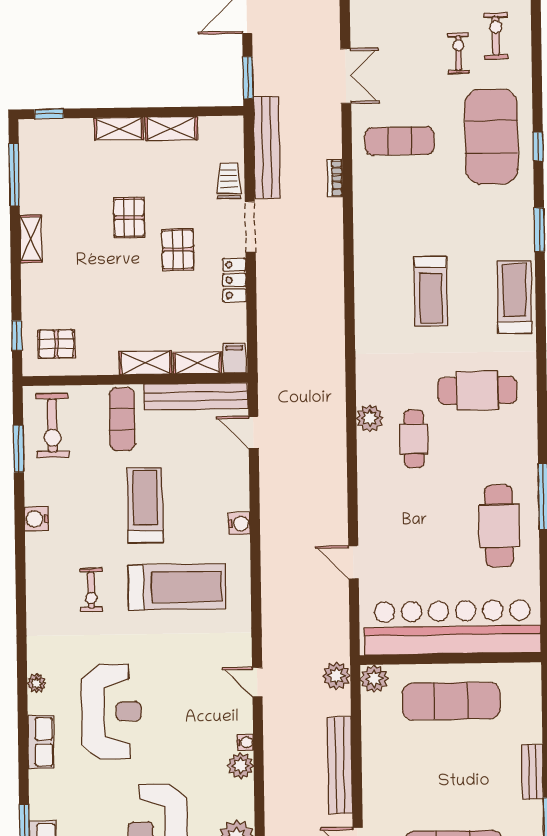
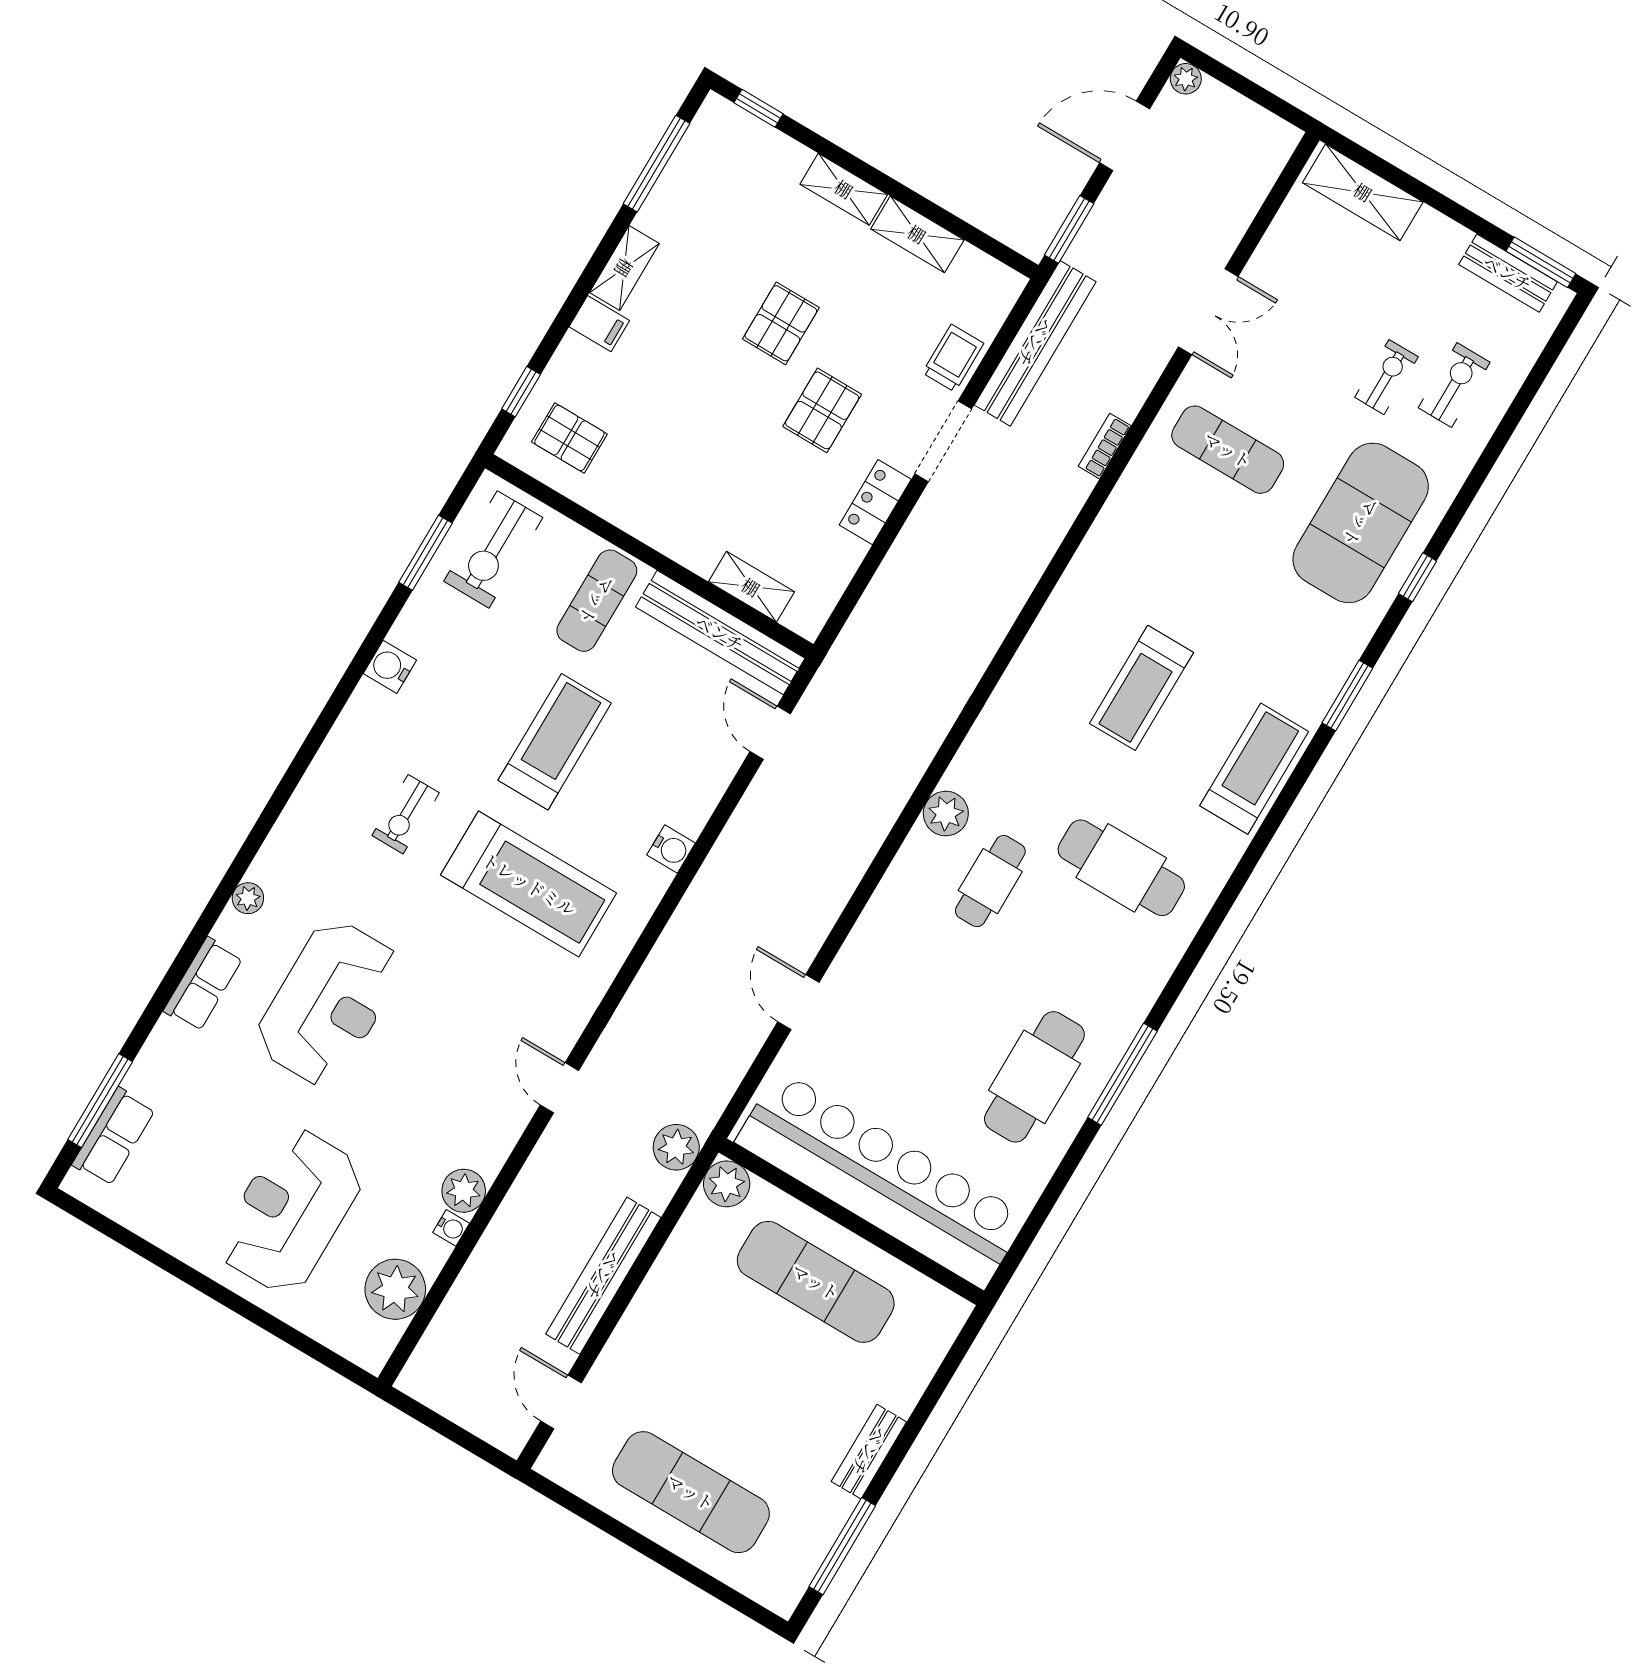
filing cabinet: (234, 358) -> (599, 324), moved, turned 90
shelving: (145, 363) -> (678, 541), removed
water cooler: (245, 742) -> (451, 1228), moved

